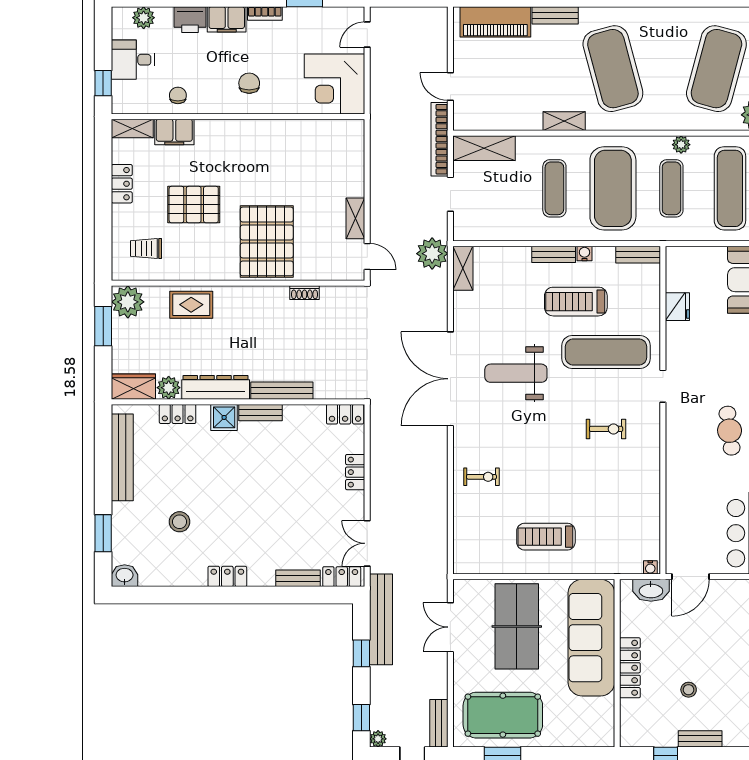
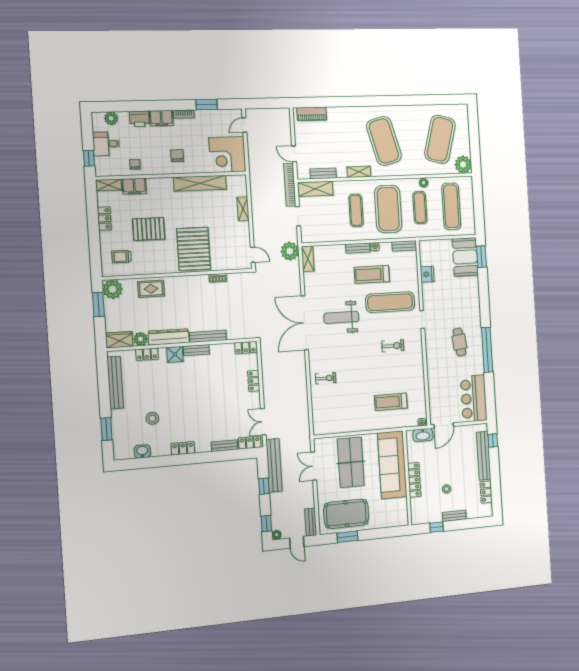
bench: (555, 15) -> (323, 173), moved
piano: (495, 22) -> (312, 114), width x0.73, depth x0.75
shelving: (285, 131) -> (200, 183), added
shelving: (355, 218) -> (243, 209), moved
treadmill: (546, 537) -> (391, 402), moved
washbasin: (125, 576) -> (142, 451), moved

